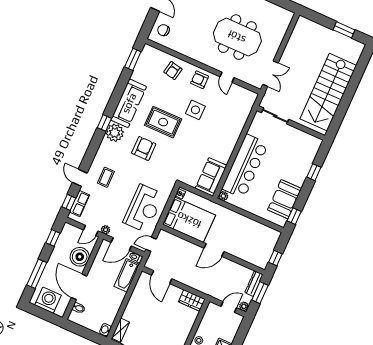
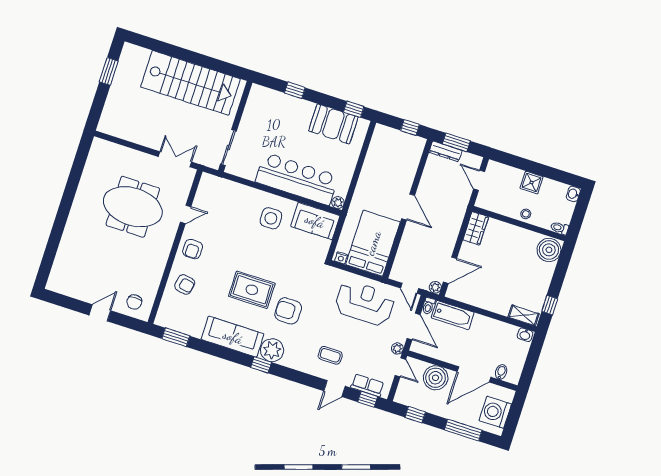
meeting table: (237, 37) -> (133, 207), turned 90
side table: (195, 110) -> (271, 218), moved
rug: (163, 122) -> (252, 290), turned 90
plant: (244, 306) -> (435, 287), moved

